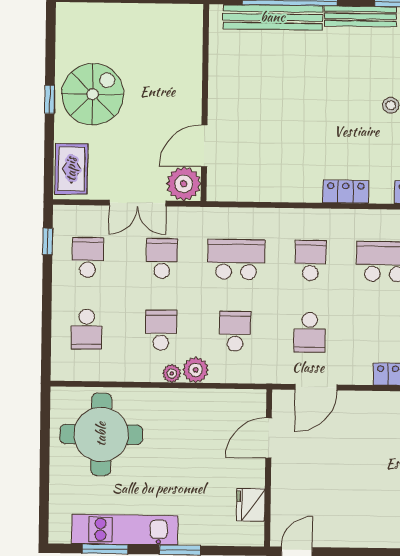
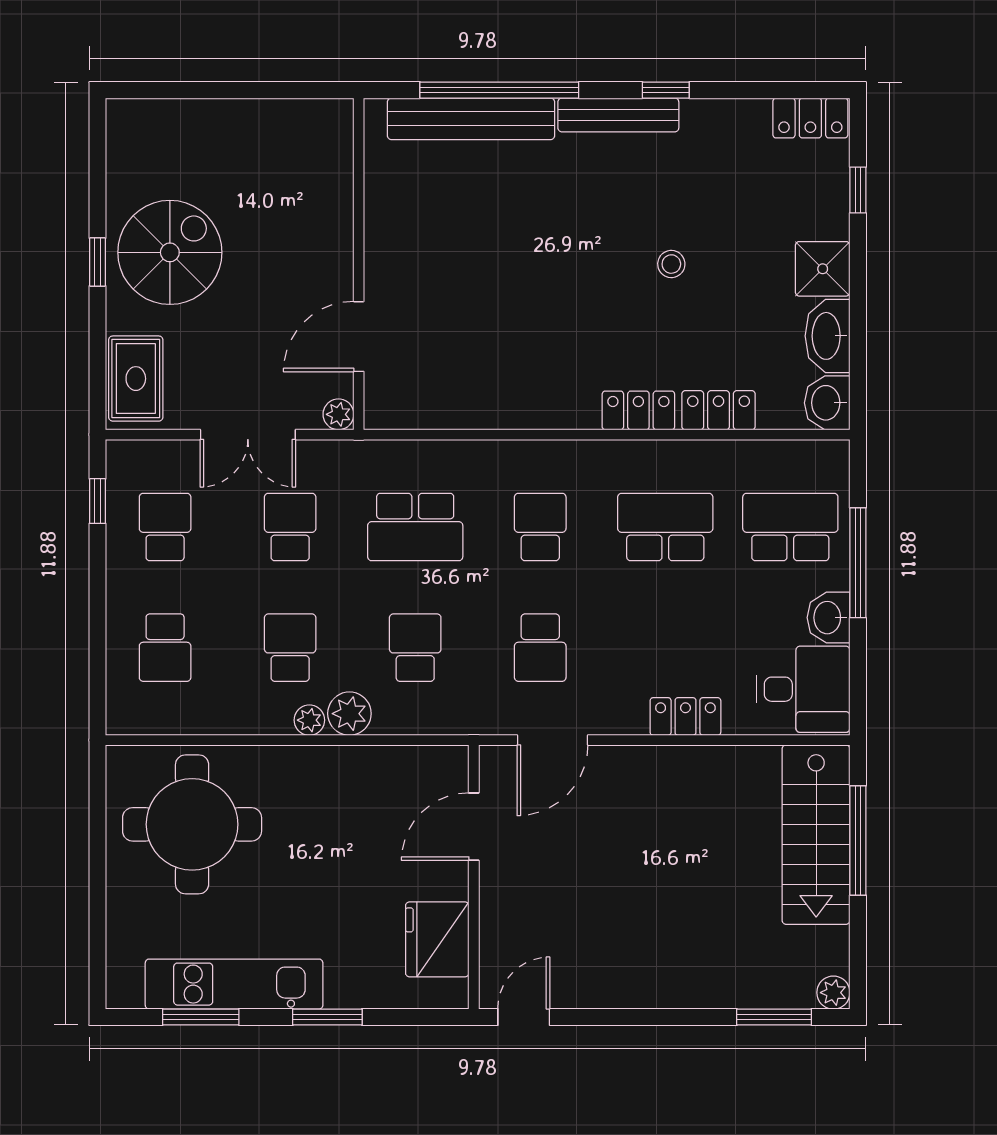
plant: (184, 184) -> (338, 414), width x0.53, depth x0.53
locker: (346, 192) -> (638, 410), moved
school desk: (236, 259) -> (415, 527), turned 180
fridge: (251, 505) -> (437, 939), width x1.36, depth x1.34

